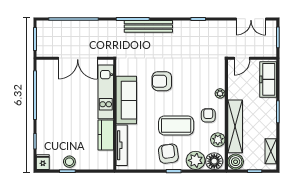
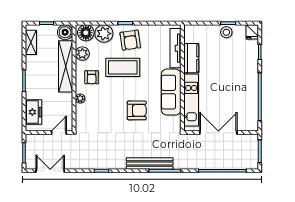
freezer: (268, 79) -> (34, 112), width x0.71

